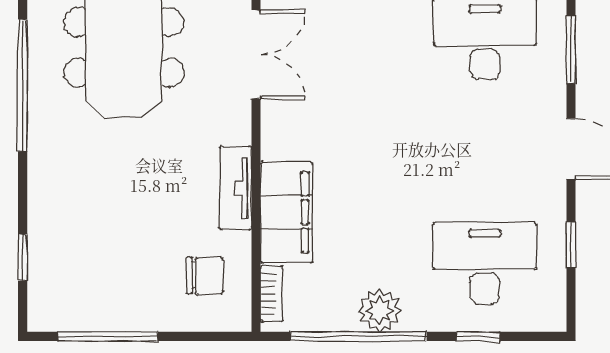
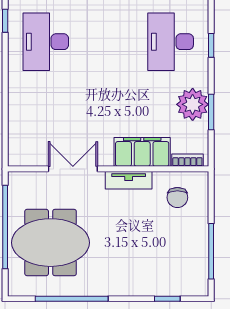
double door: (256, 54) -> (73, 169), moved
chair: (205, 276) -> (177, 197), turned 180
plant: (380, 311) -> (193, 104), width x1.36, depth x1.36
window: (358, 336) -> (211, 112), width x0.47

